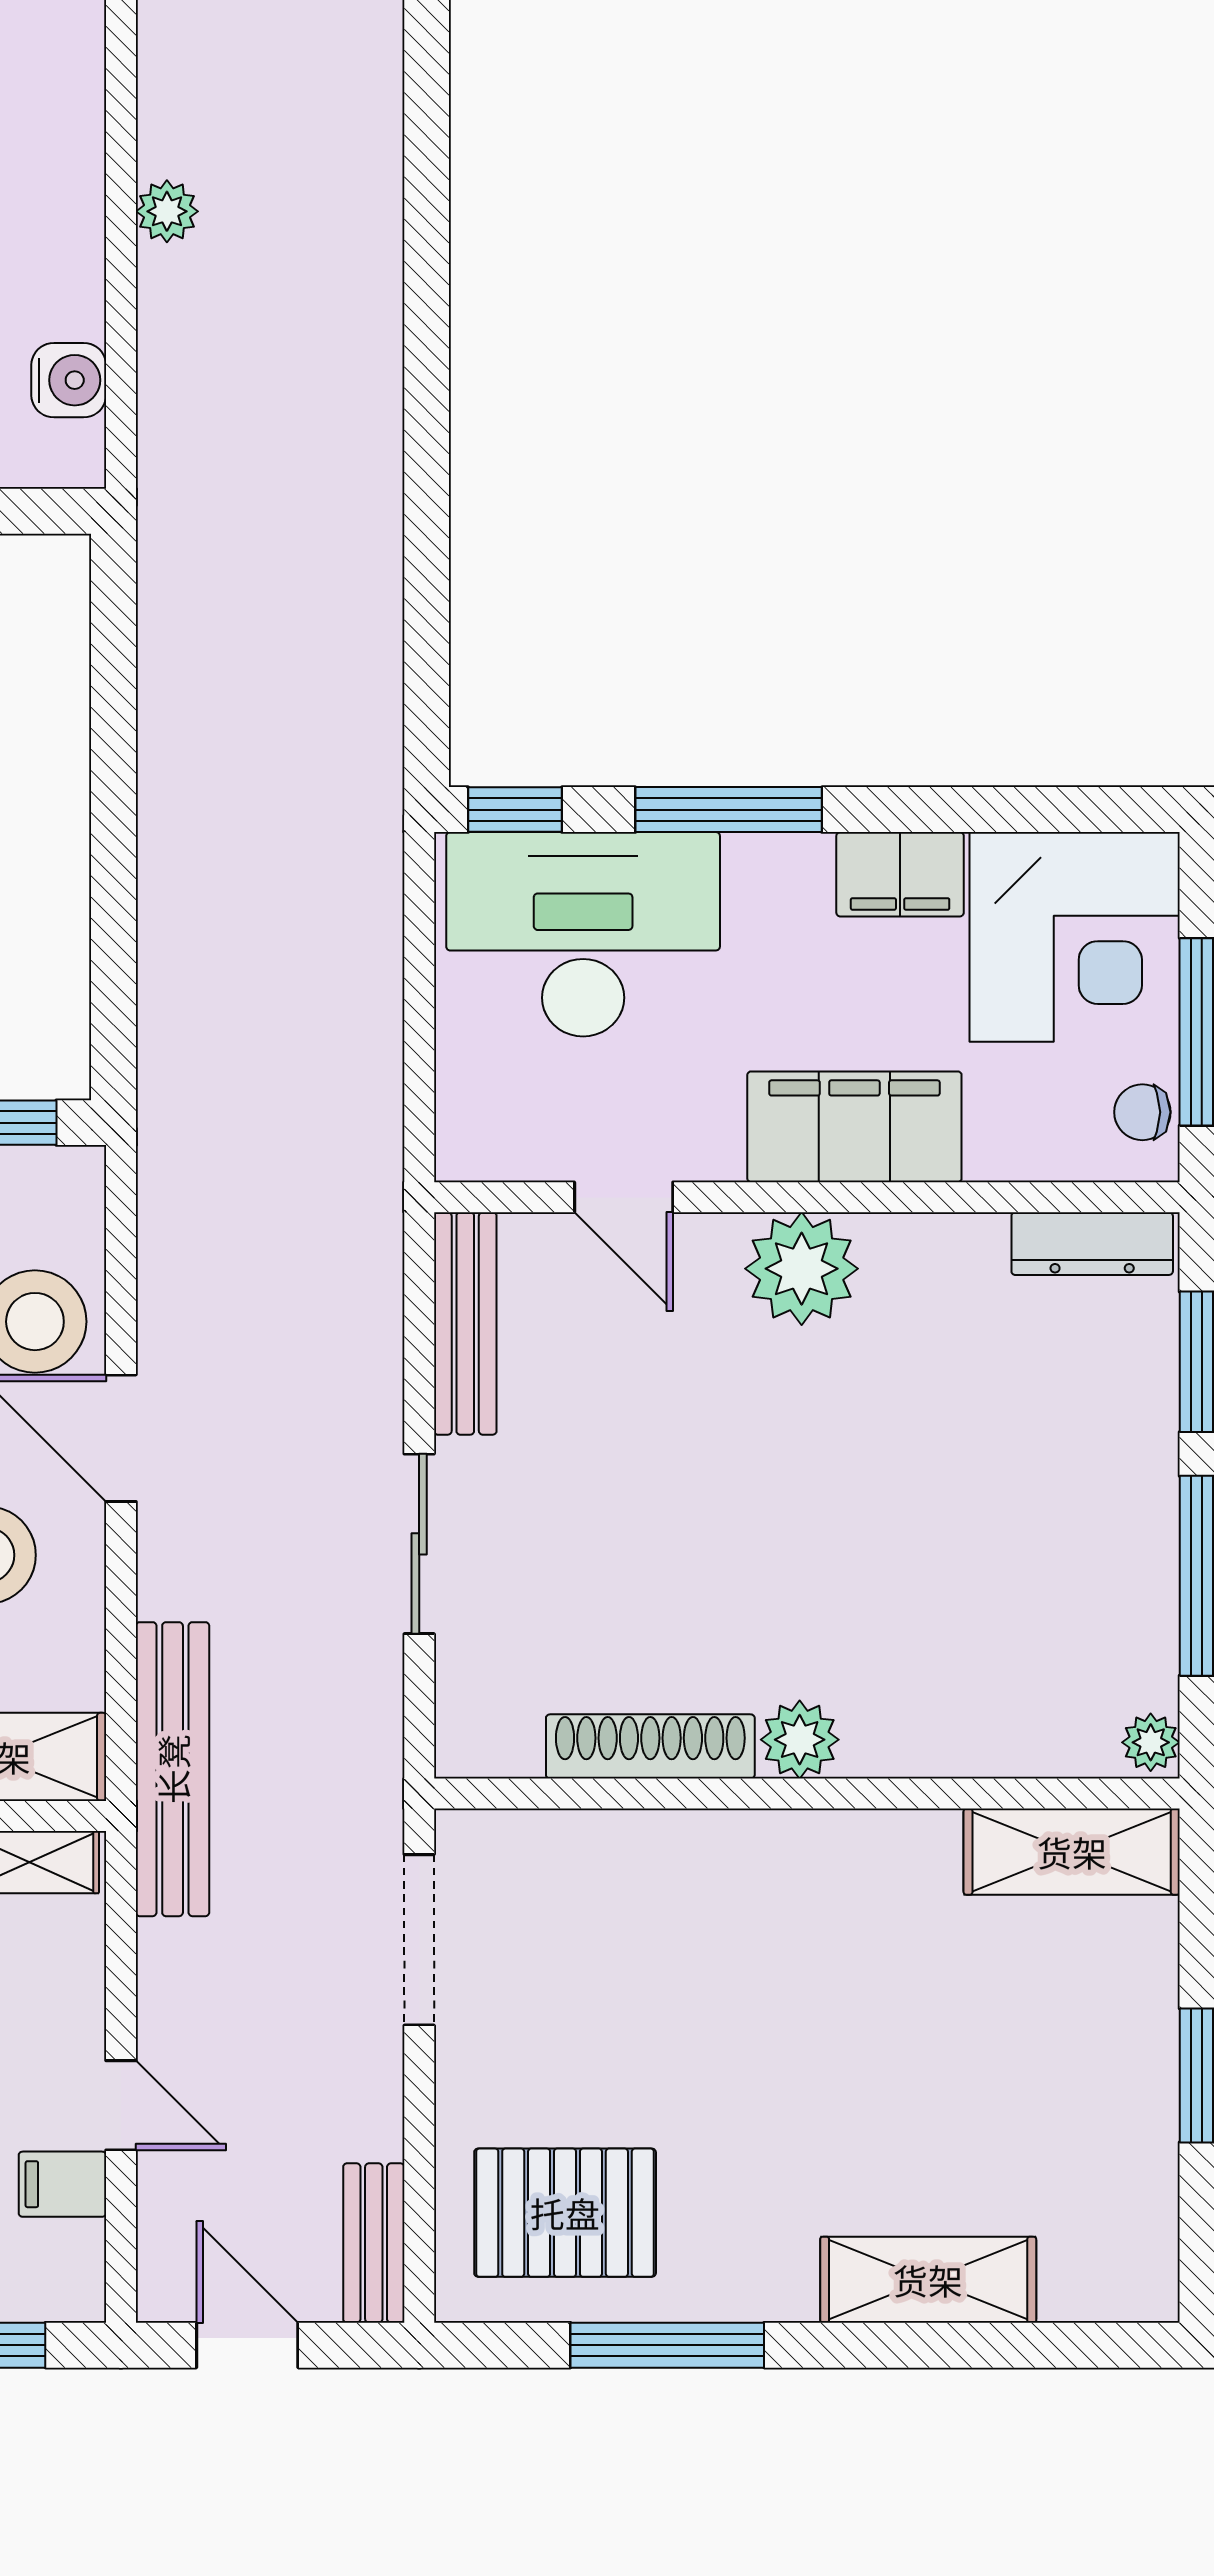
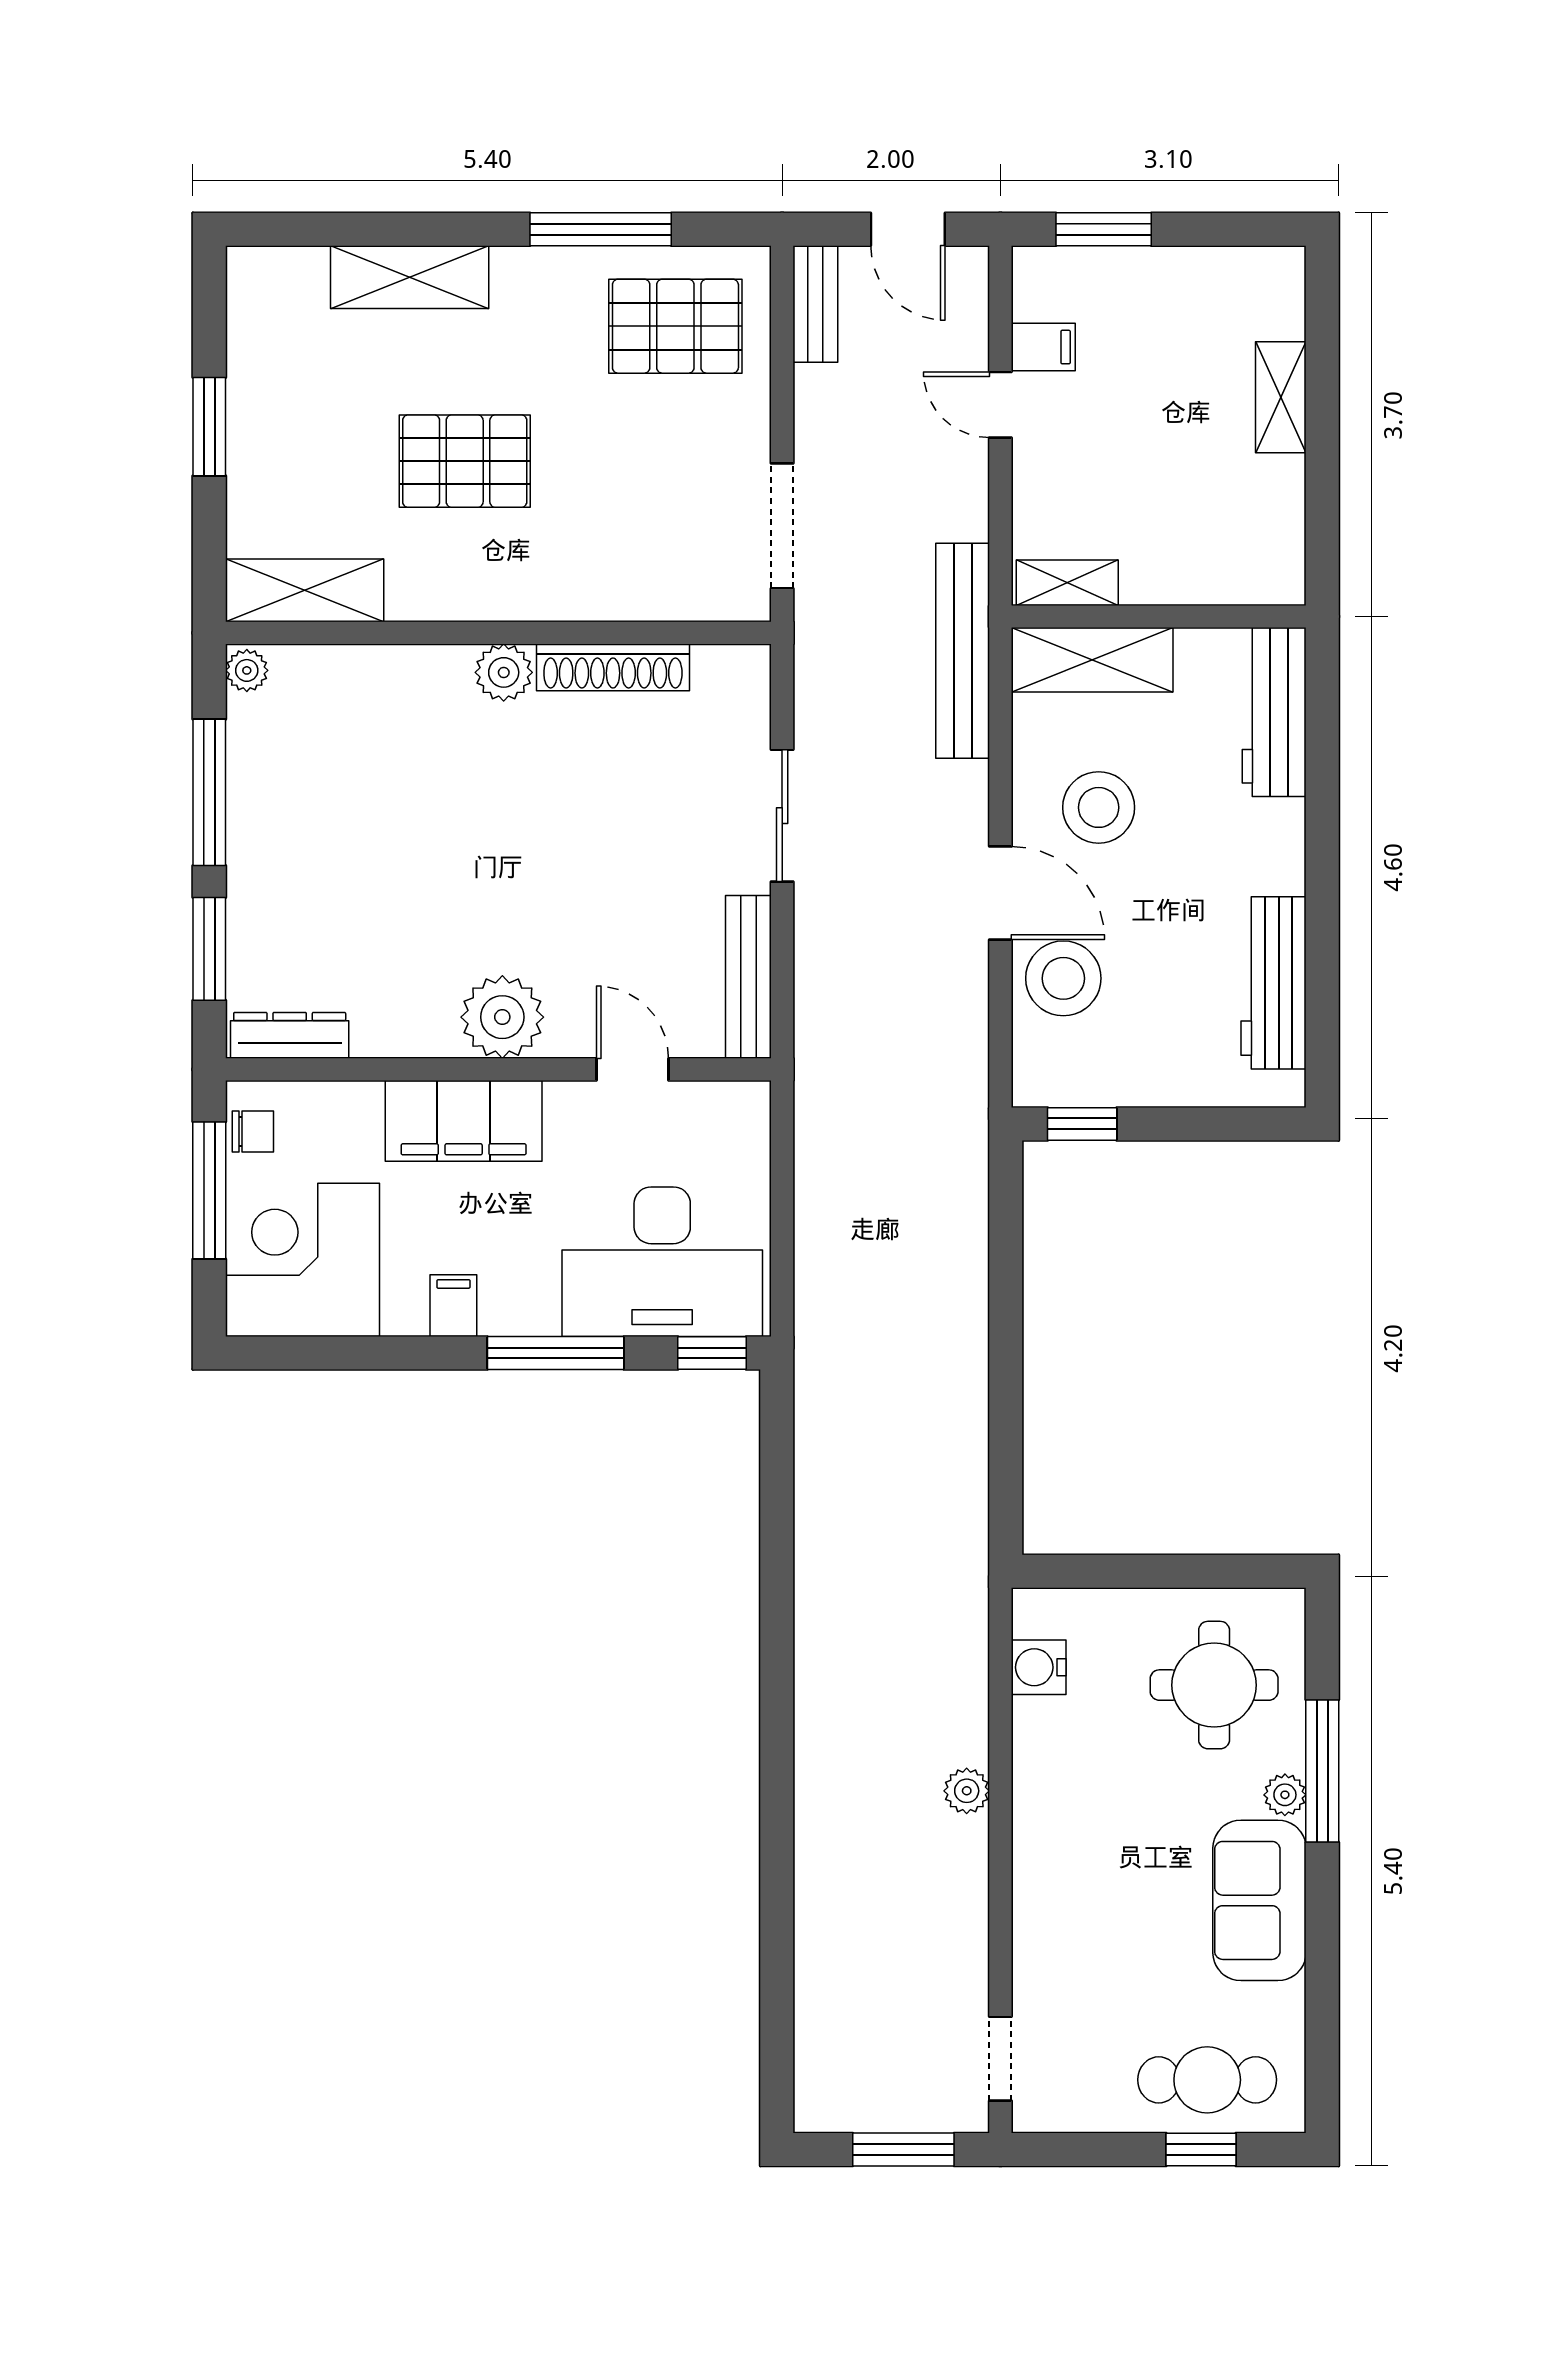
filing cabinet: (900, 874) -> (453, 1306), width x0.50
pallet: (853, 2028) -> (465, 461), added

